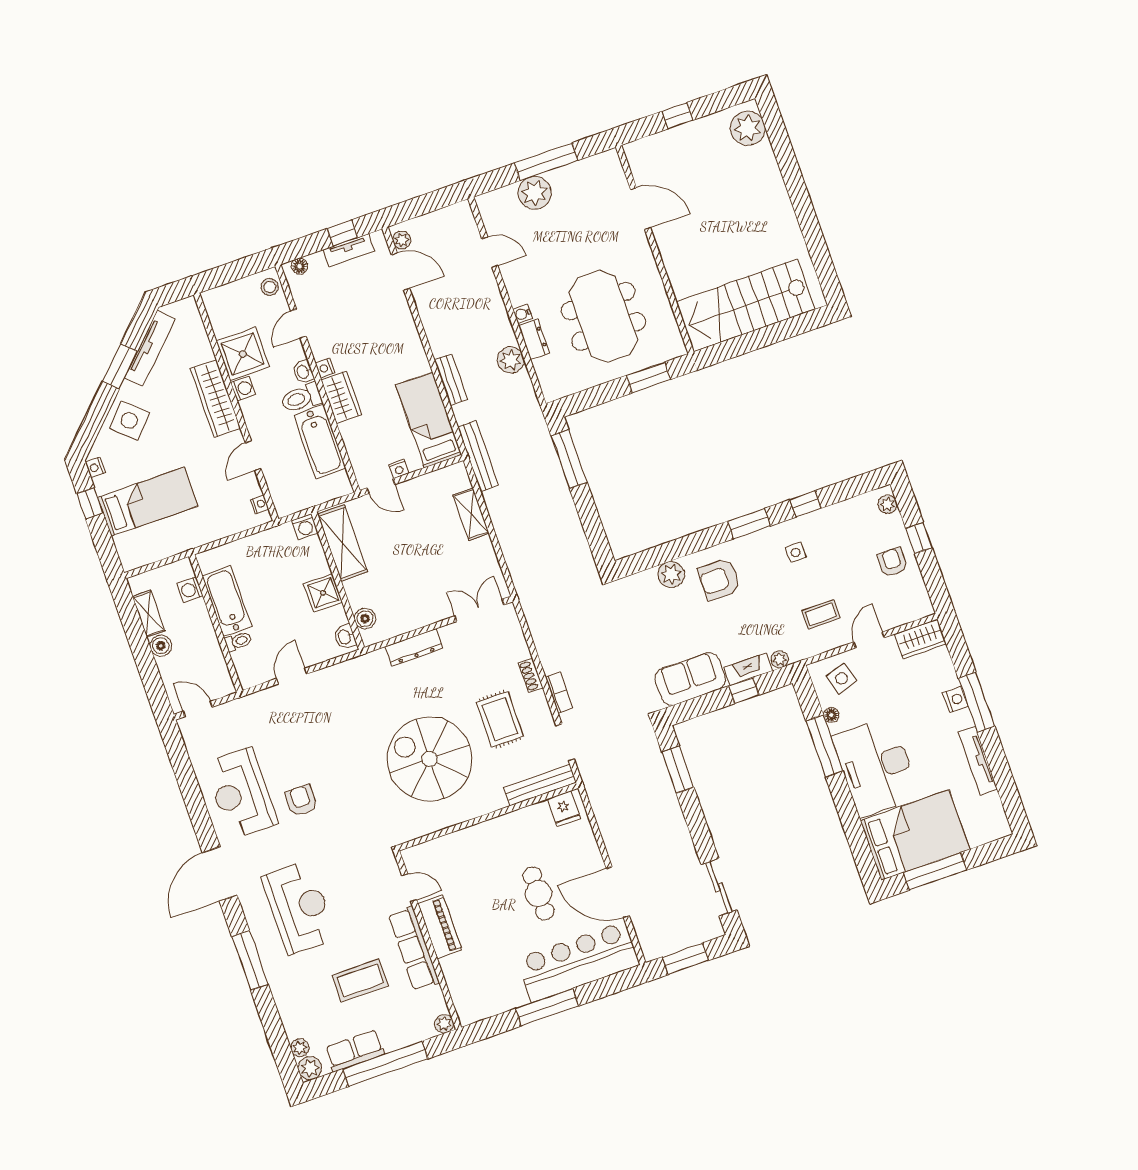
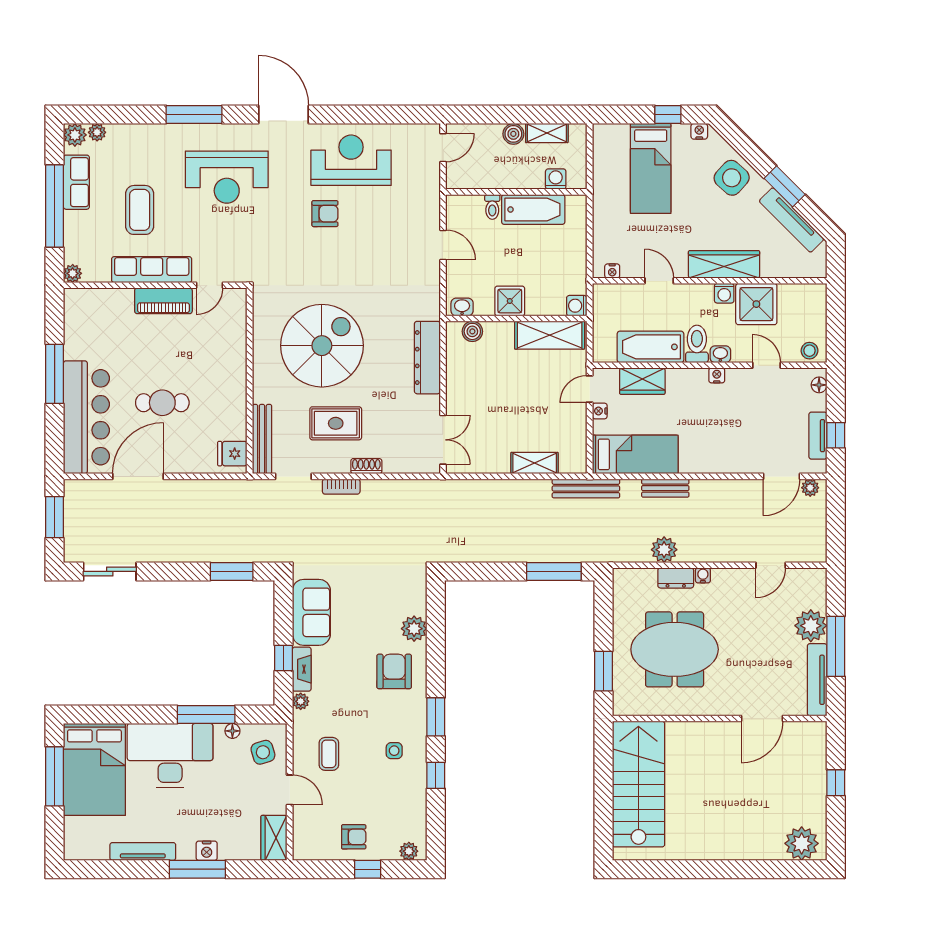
tv unit: (585, 168) -> (817, 680), added
wardrobe: (341, 397) -> (642, 381), moved
dresser: (414, 647) -> (427, 358), width x1.37, depth x1.24

